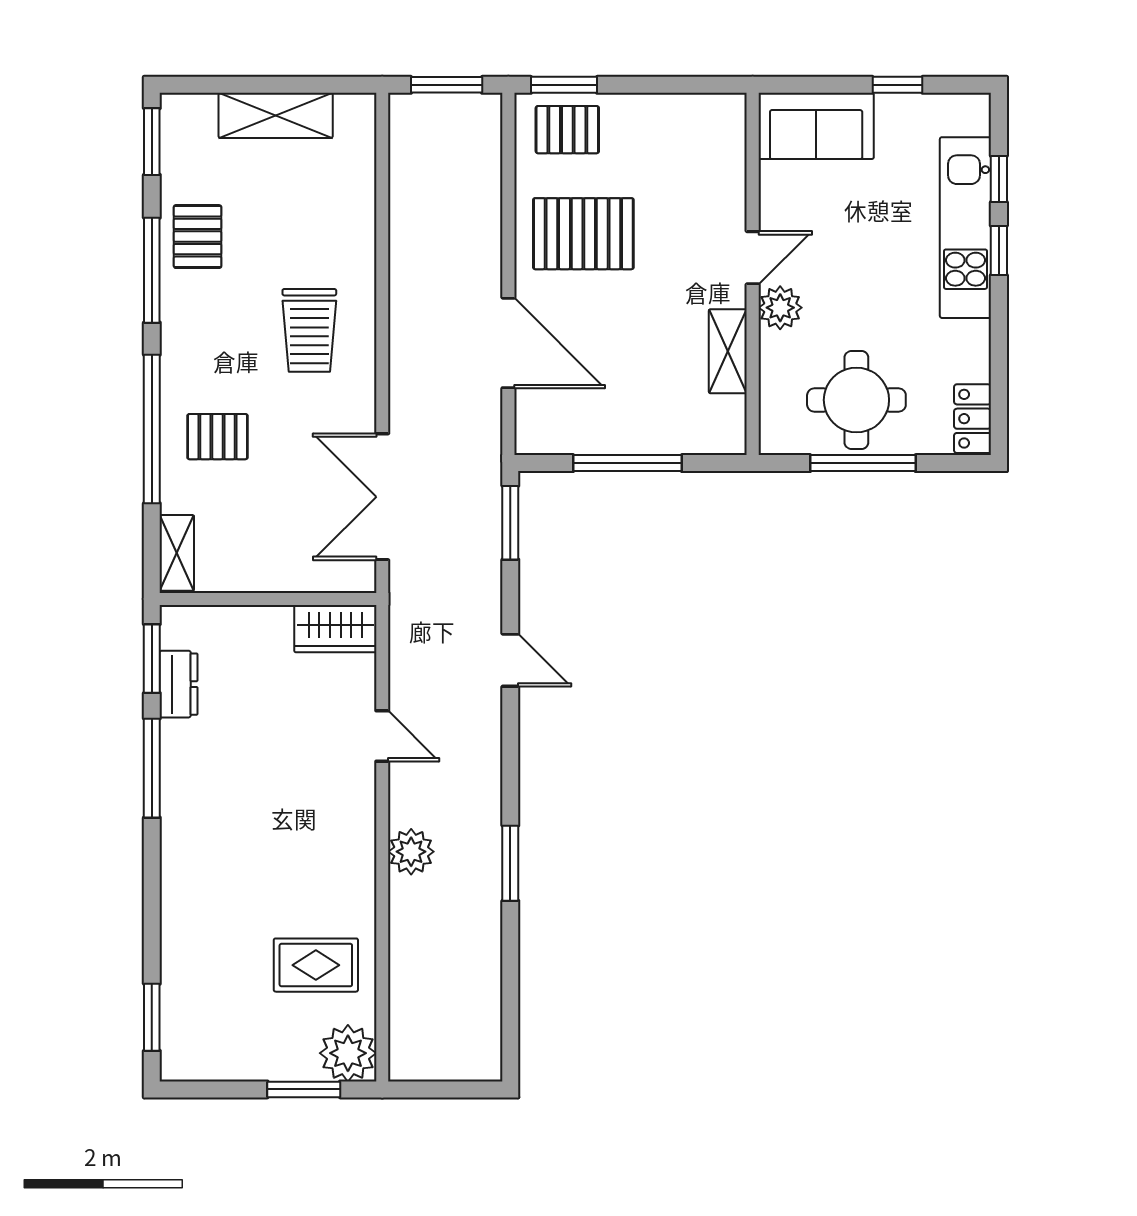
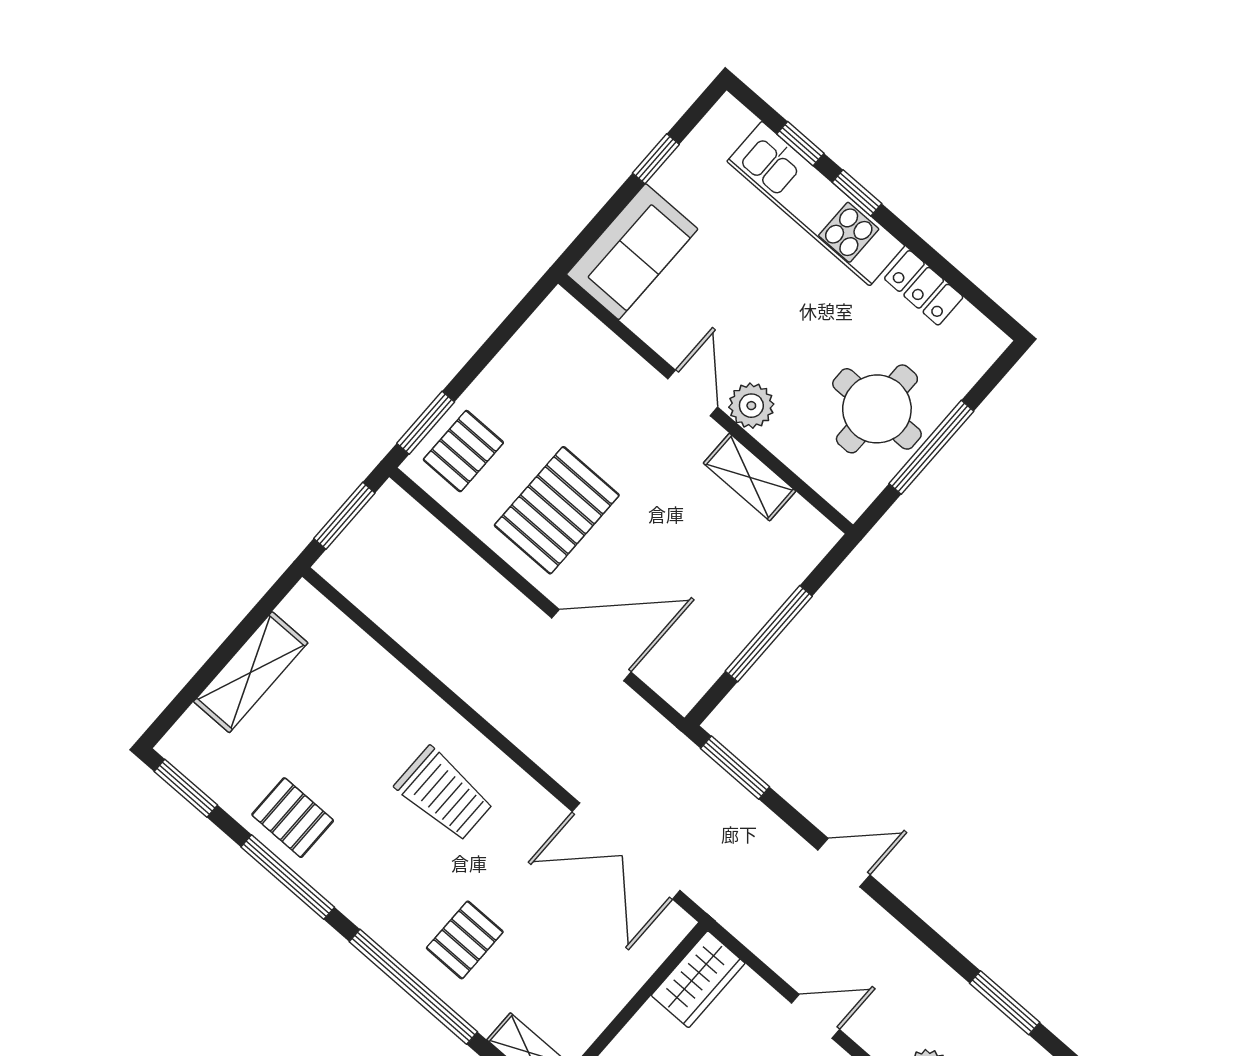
locker: (973, 419) -> (924, 288), moved

